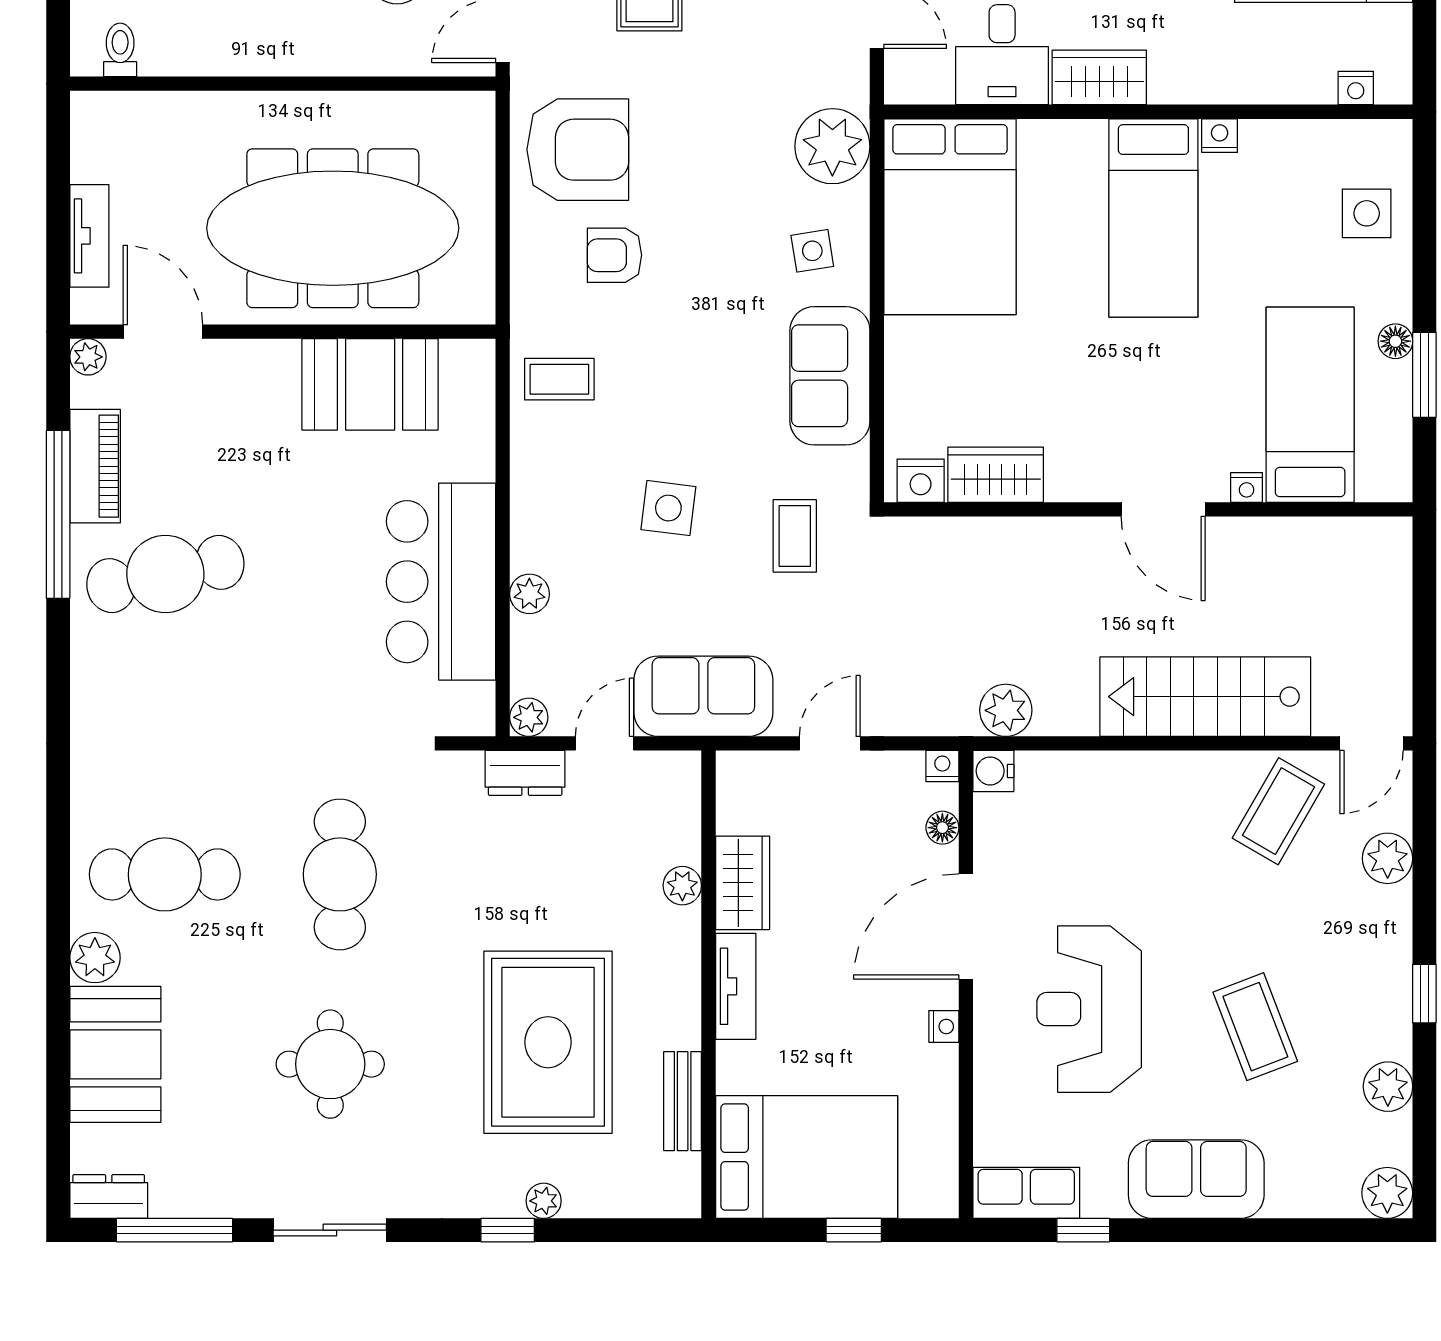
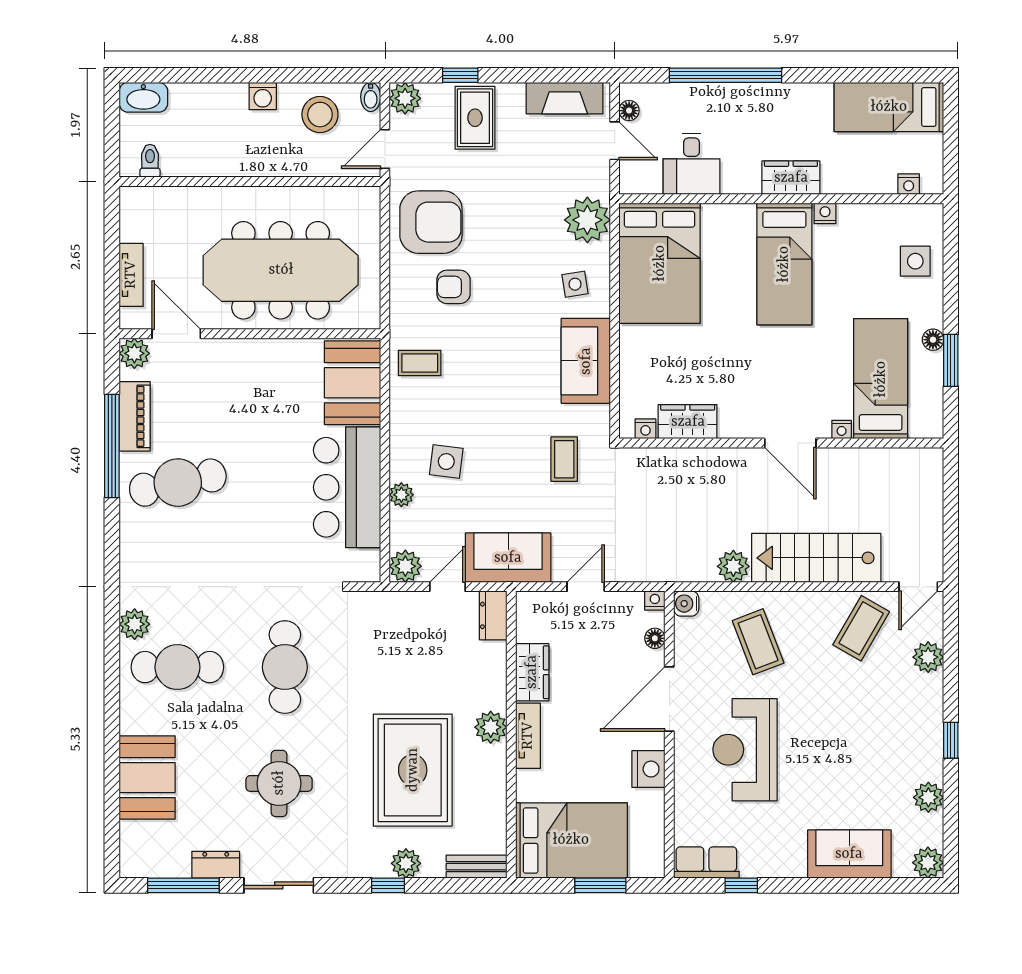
wardrobe: (1099, 77) -> (791, 178), moved
plant: (88, 357) -> (134, 353), width x1.38, depth x1.38
booth: (370, 384) -> (352, 383), moved, turned 90
nightstand: (921, 481) -> (646, 429), width x0.72, depth x0.74
side table: (668, 508) -> (446, 462), moved
plant: (1006, 710) -> (733, 566), moved
plant: (529, 717) -> (405, 566), width x1.38, depth x1.38
dresser: (525, 773) -> (493, 615), moved, turned 90
plant: (682, 886) -> (491, 727), moved, width x1.38, depth x1.38
plant: (95, 958) -> (135, 624), moved
nightstand: (944, 1026) -> (648, 769), width x1.89, depth x1.79
coffee table: (1255, 1027) -> (758, 642), moved
bench: (683, 1101) -> (477, 867), moved, turned 90
sofa: (1196, 1179) -> (849, 854), moved
dresser: (109, 1197) -> (216, 865), moved
plant: (544, 1201) -> (406, 863), width x1.38, depth x1.38
window: (854, 1230) -> (600, 885), width x1.50

